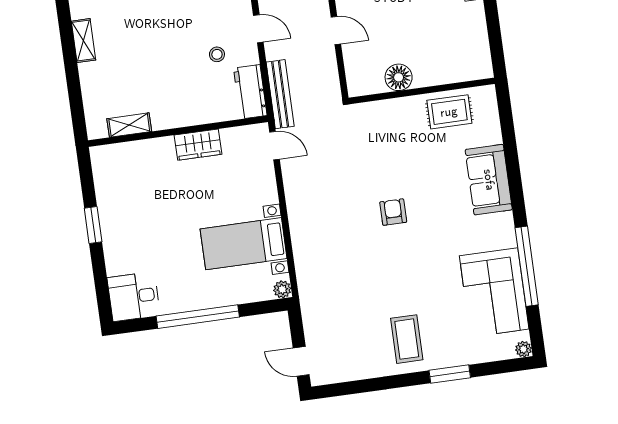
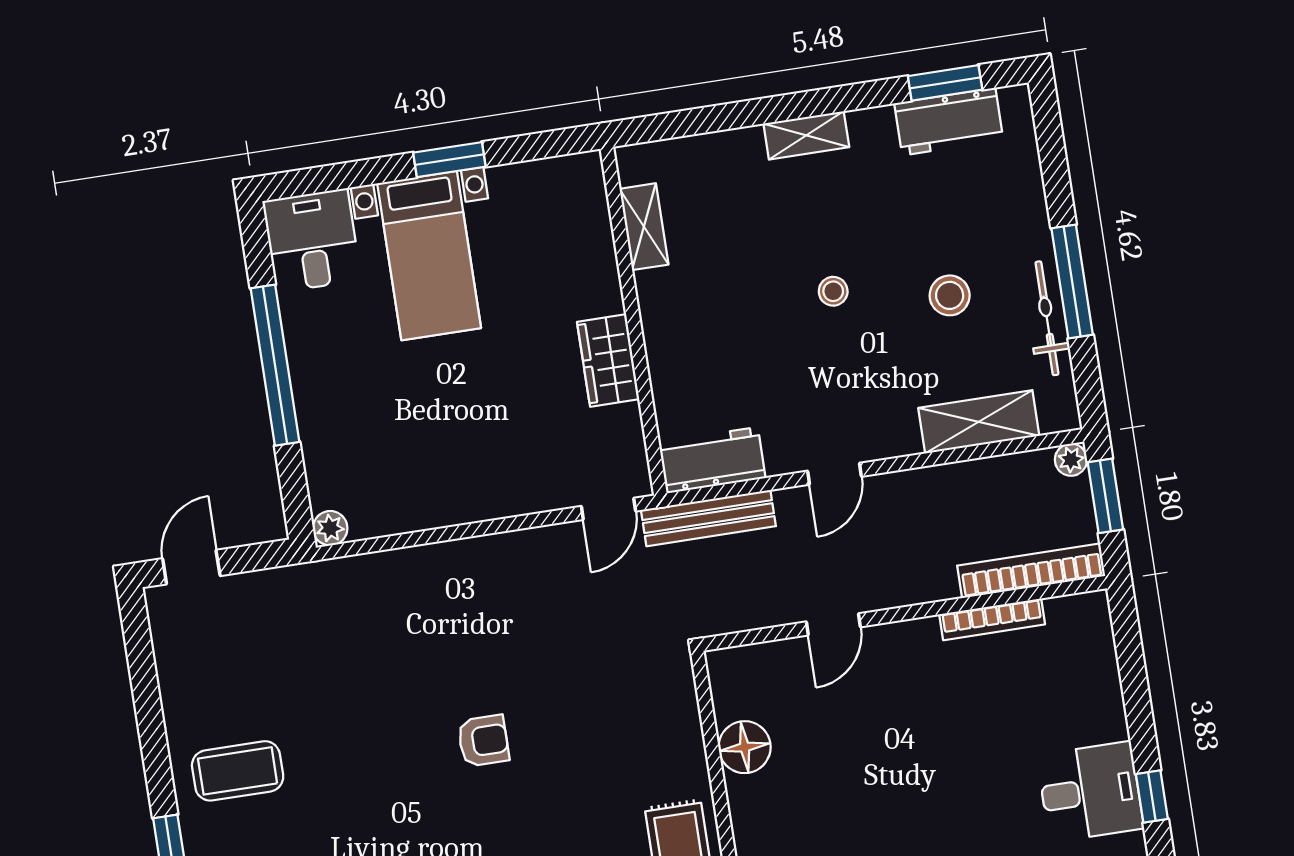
stool: (217, 54) -> (833, 291), moved
bed with nightstands: (244, 244) -> (429, 256), moved, turned 180

